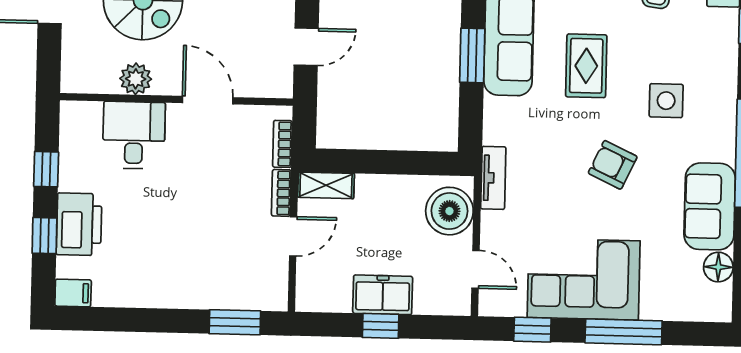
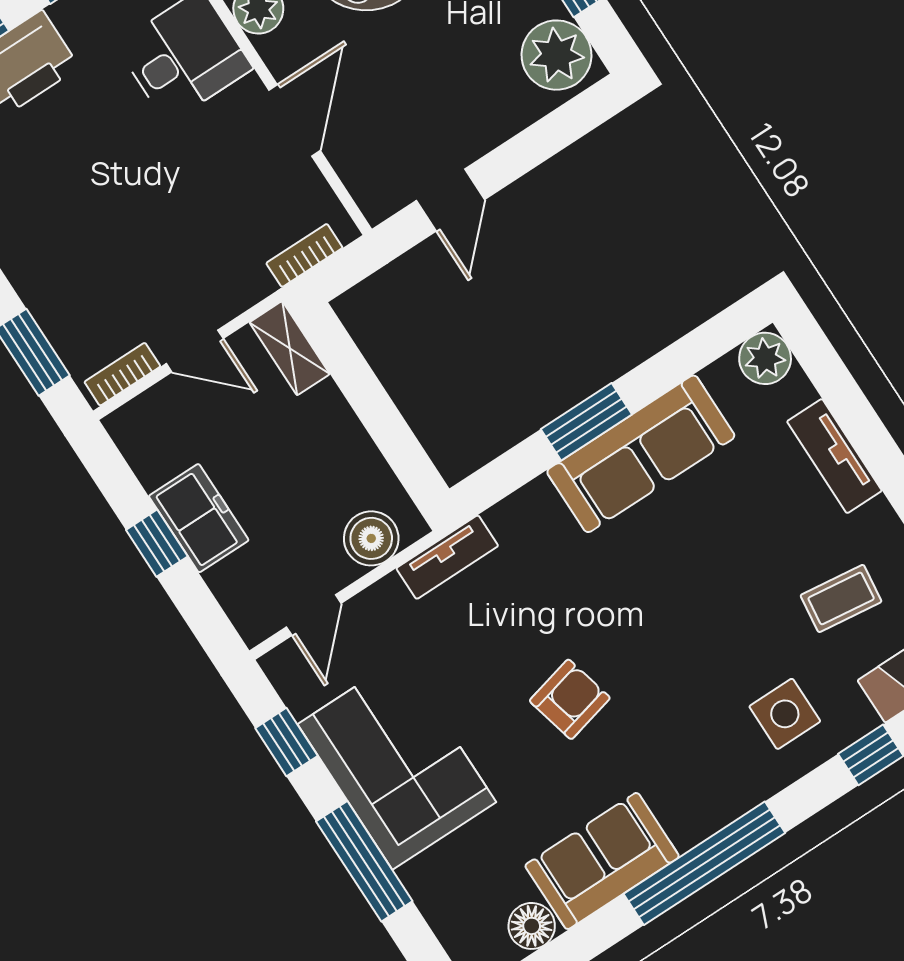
door: (306, 47) -> (451, 200), hinge flipped
rug: (586, 66) -> (674, 578), removed
side table: (666, 101) -> (785, 714), moved
armchair: (613, 165) -> (570, 699), turned 51
bookcase: (281, 193) -> (122, 374), moved
boiler: (449, 211) -> (371, 538), width x0.73, depth x0.73

